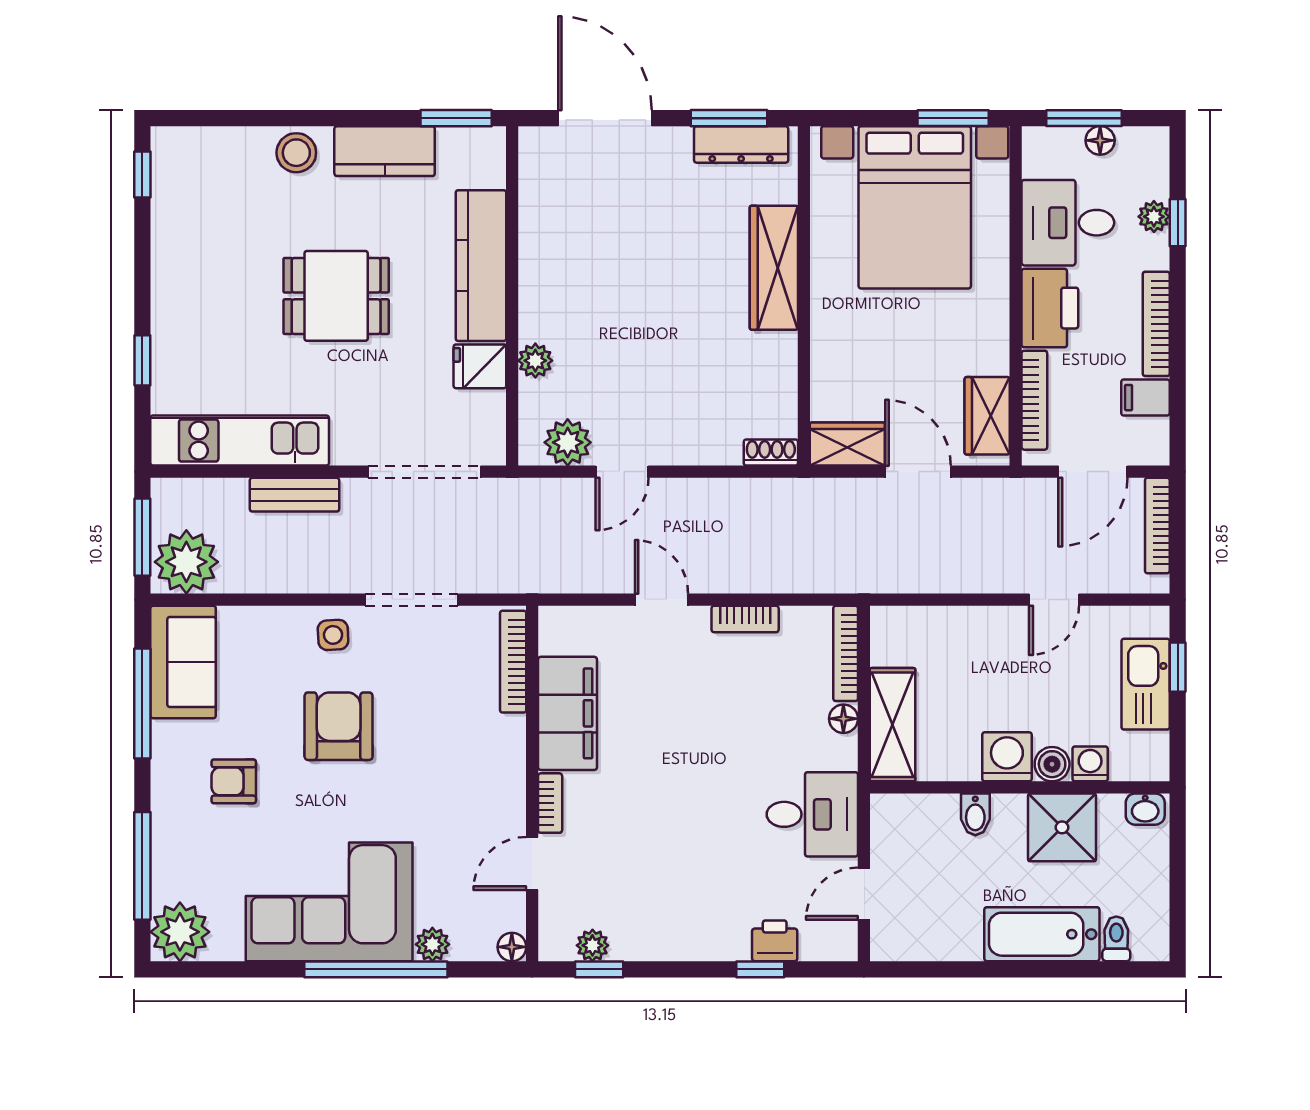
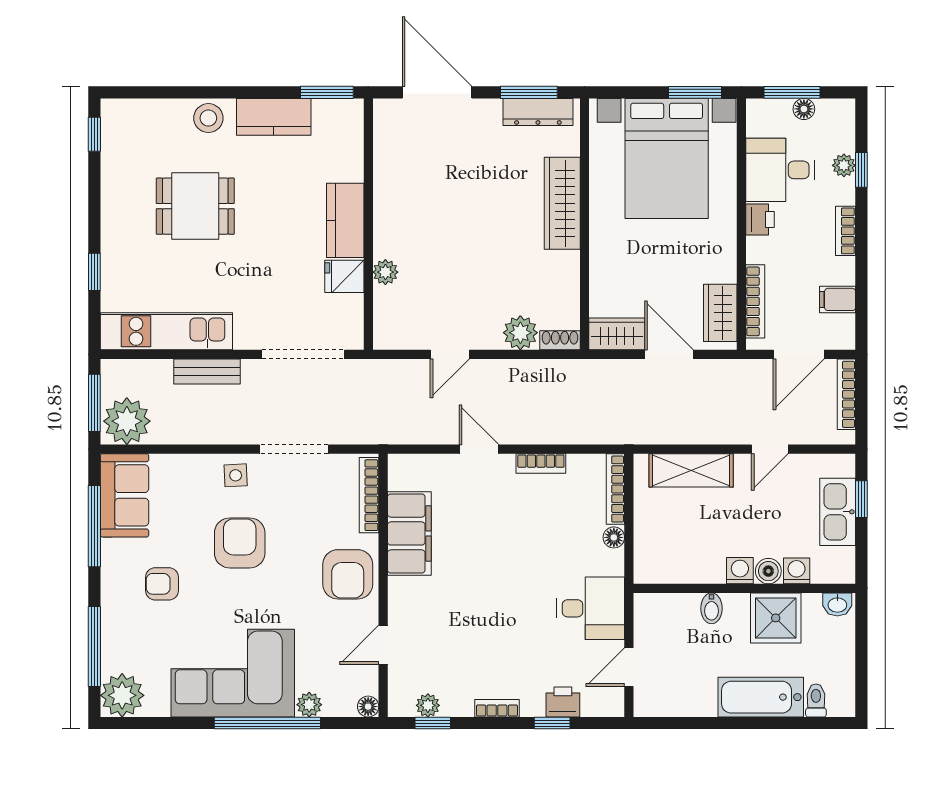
kitchen counter: (481, 266) -> (345, 220), width x0.67
dining table: (336, 296) -> (195, 206), moved
printer: (1050, 308) -> (760, 220), width x0.53, depth x0.68
bookcase: (1156, 324) -> (845, 231), width x0.64
plant: (568, 442) -> (520, 333), moved
shelving: (893, 725) -> (691, 470), moved, turned 90
washing machine: (1007, 757) -> (740, 571), width x0.73, depth x0.73
armchair: (484, 769) -> (348, 574), added
bookcase: (550, 803) -> (497, 708), moved, turned -90

